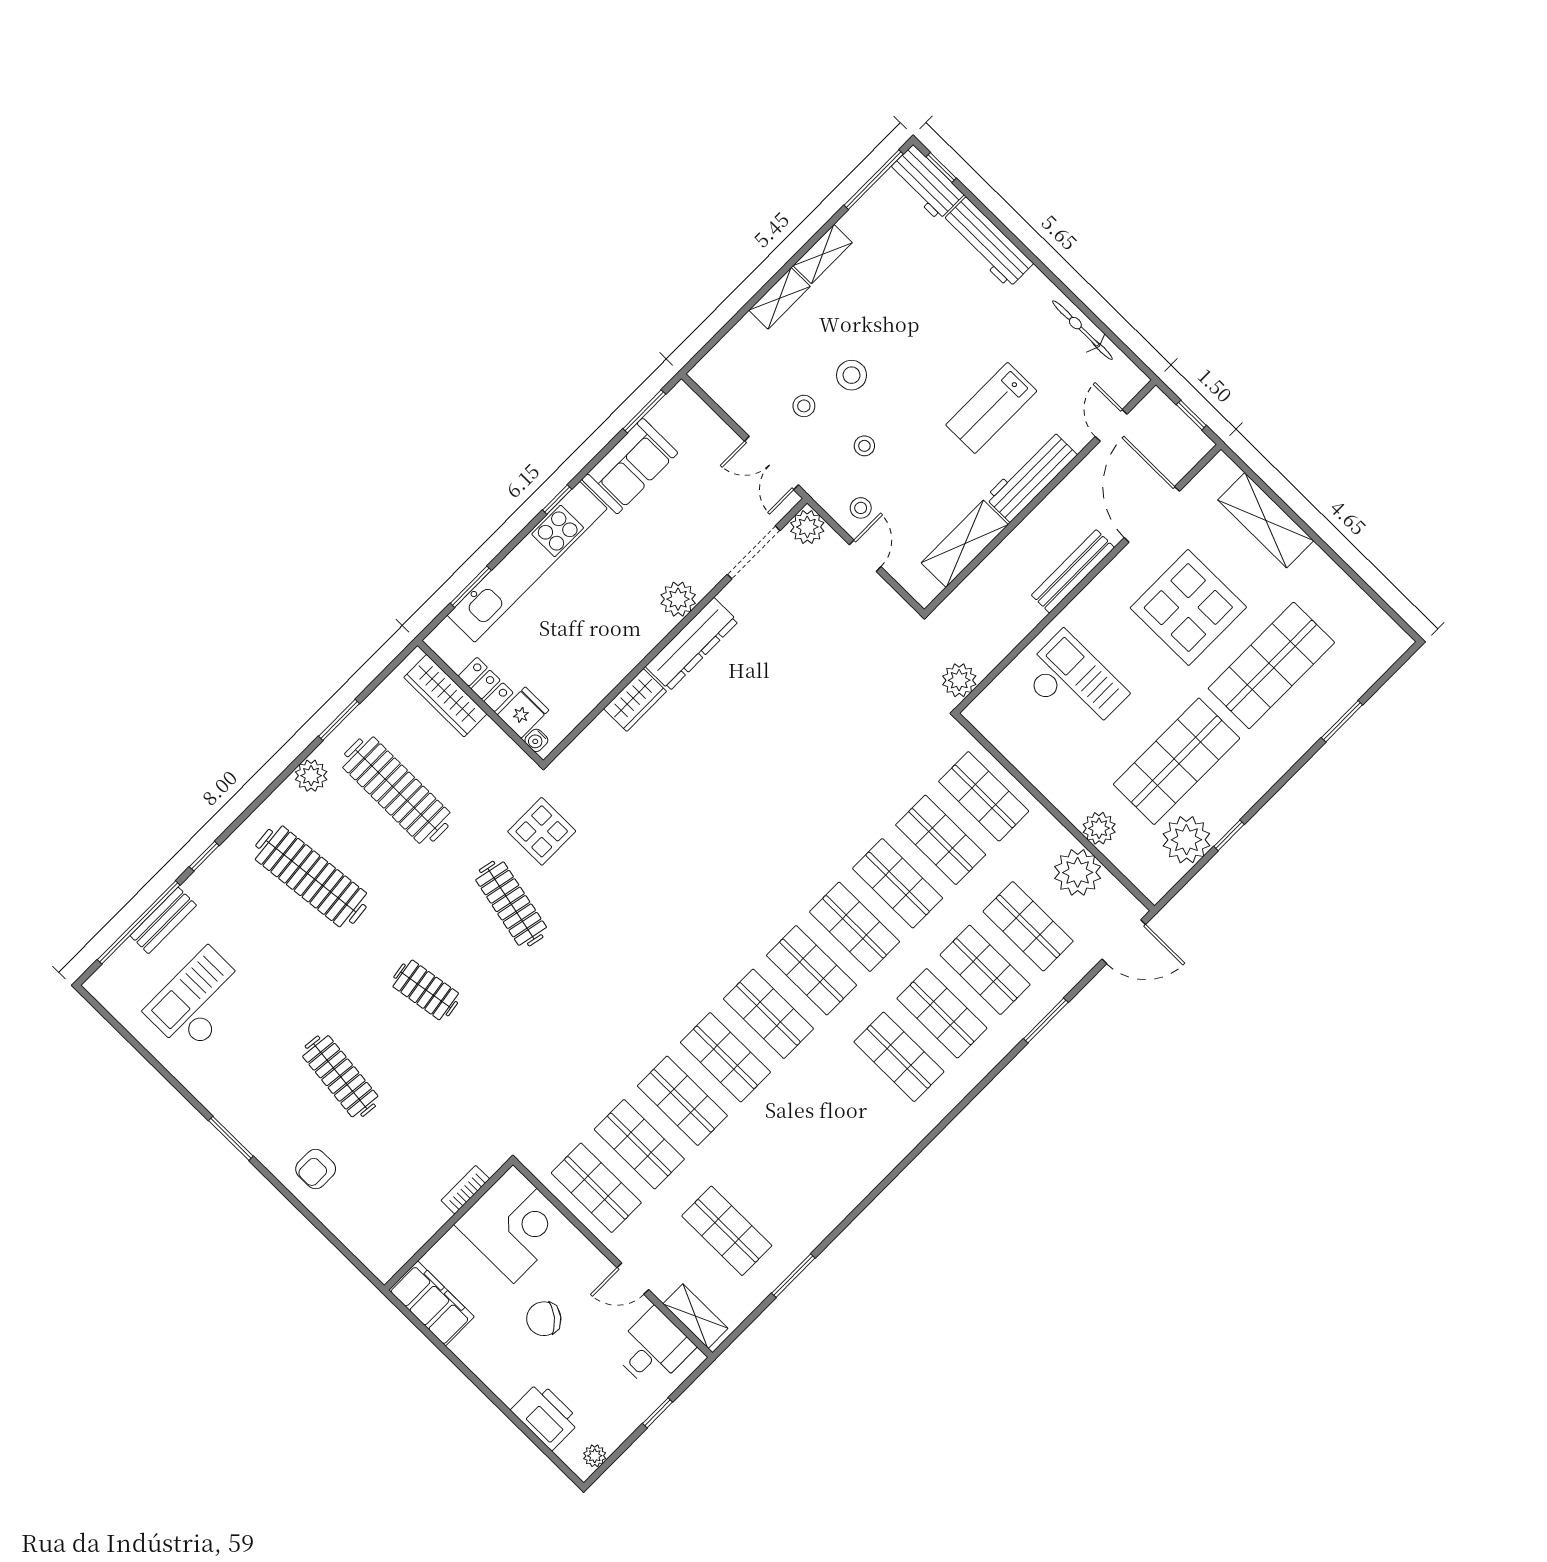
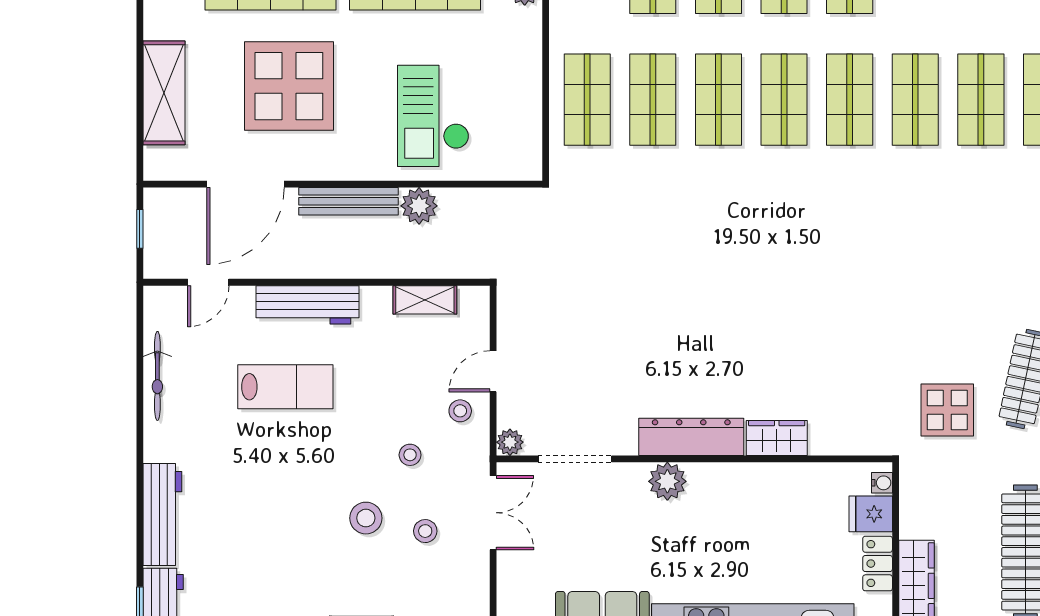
plant: (807, 527) -> (510, 442), width x0.73, depth x0.73
shelving: (965, 544) -> (425, 300), width x0.67, depth x0.75
plant: (959, 680) -> (419, 206), moved

